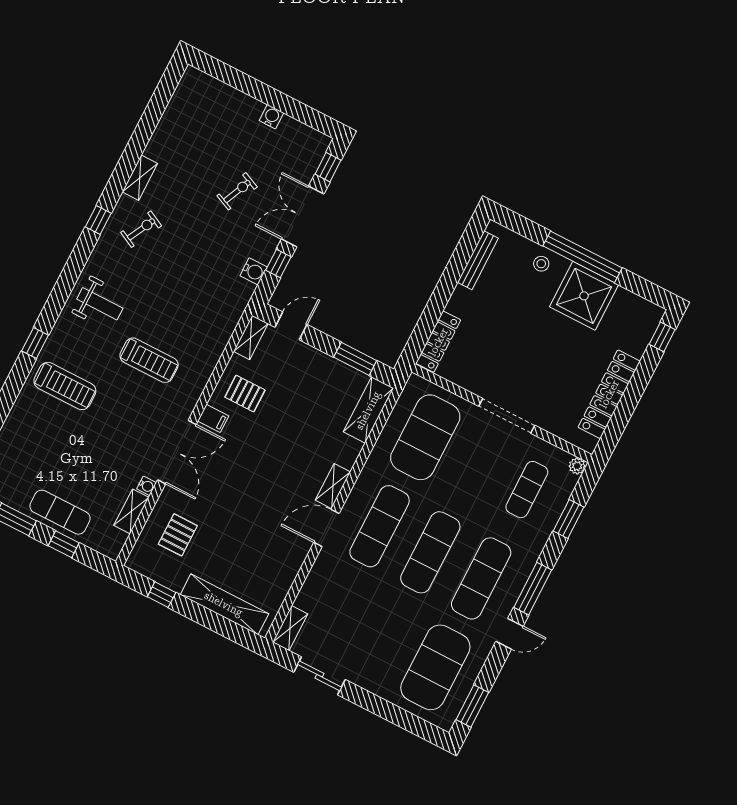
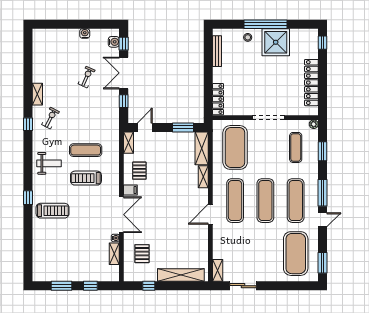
water cooler: (254, 271) -> (114, 42), moved
treadmill: (149, 360) -> (86, 178), turned 180
pallet: (245, 394) -> (139, 171), turned 90
shelving: (333, 486) -> (203, 177), moved
exercise mat: (60, 512) -> (86, 150), moved

